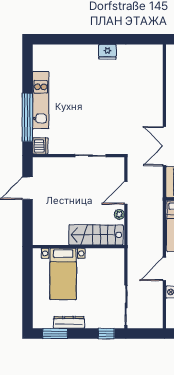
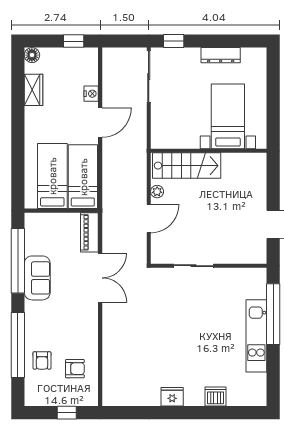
dishwasher: (40, 146) -> (215, 397), moved, turned 90
window: (55, 334) -> (238, 41), removed

